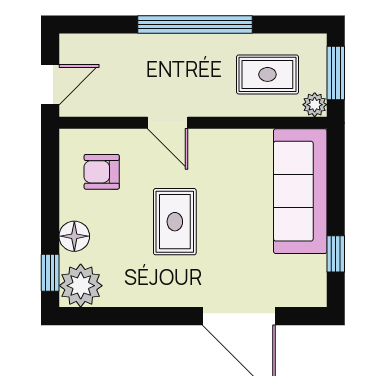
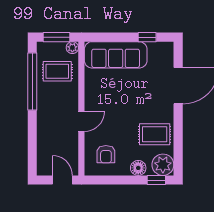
window: (195, 25) -> (32, 82), moved
rug: (267, 74) -> (57, 71), turned 90
rug: (175, 222) -> (155, 134), moved

